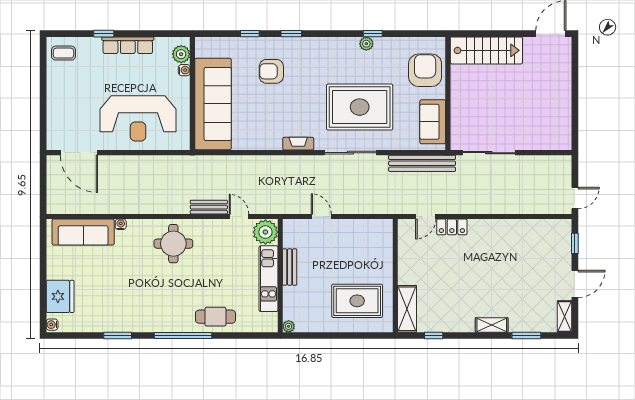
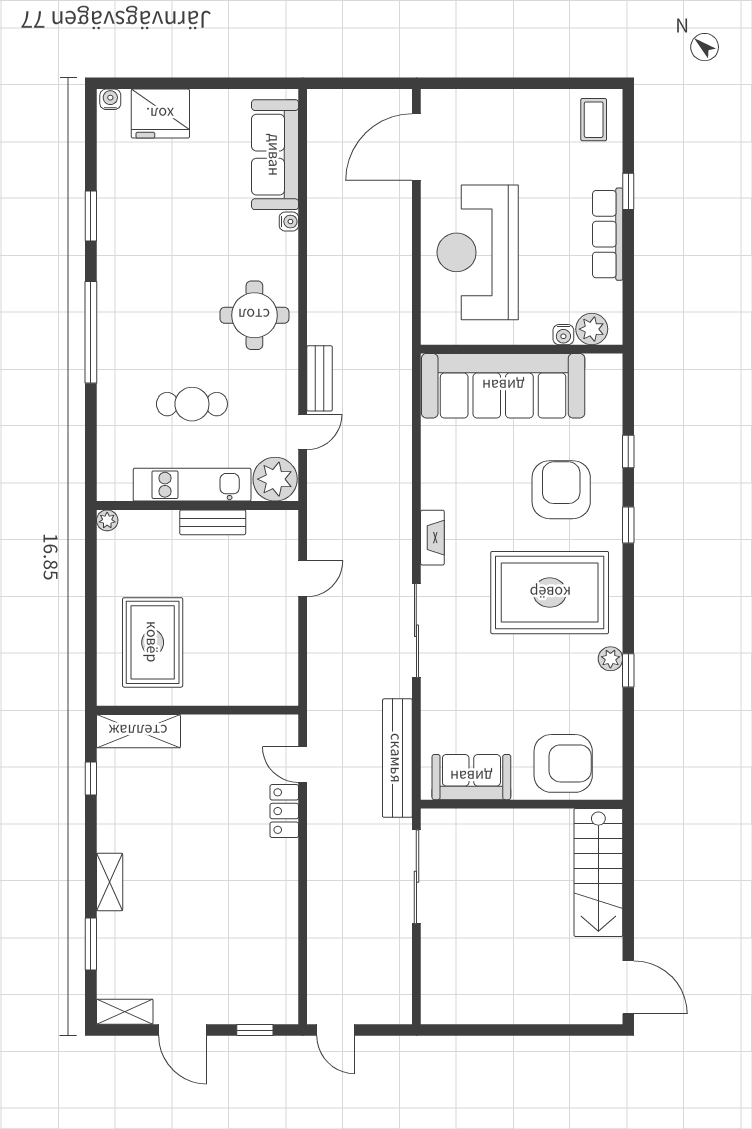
armchair: (271, 71) -> (561, 490), width x1.36, depth x1.36
rug: (360, 107) -> (550, 593), moved, turned 90
cafe table: (215, 317) -> (192, 404), moved, turned 90

